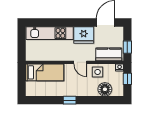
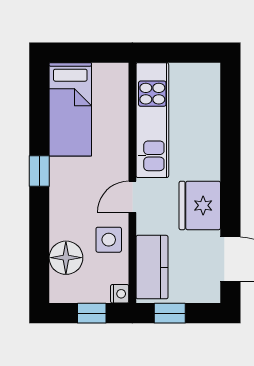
kitchen unit: (50, 33) -> (152, 120), moved, turned 180
bed: (45, 72) -> (70, 109), moved

